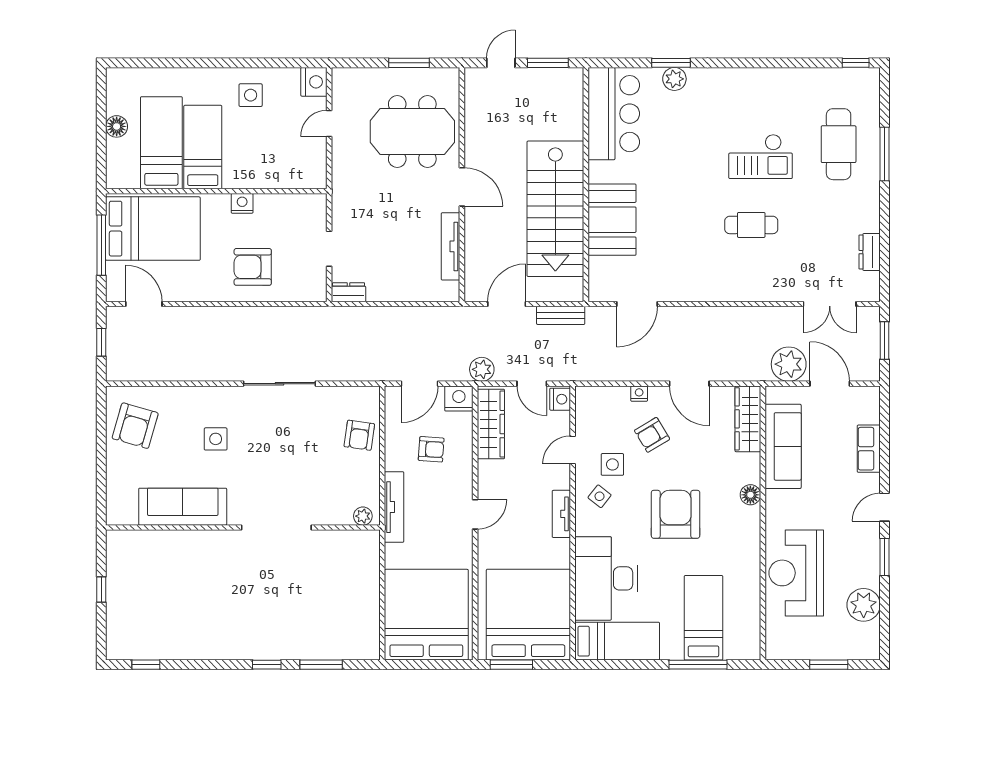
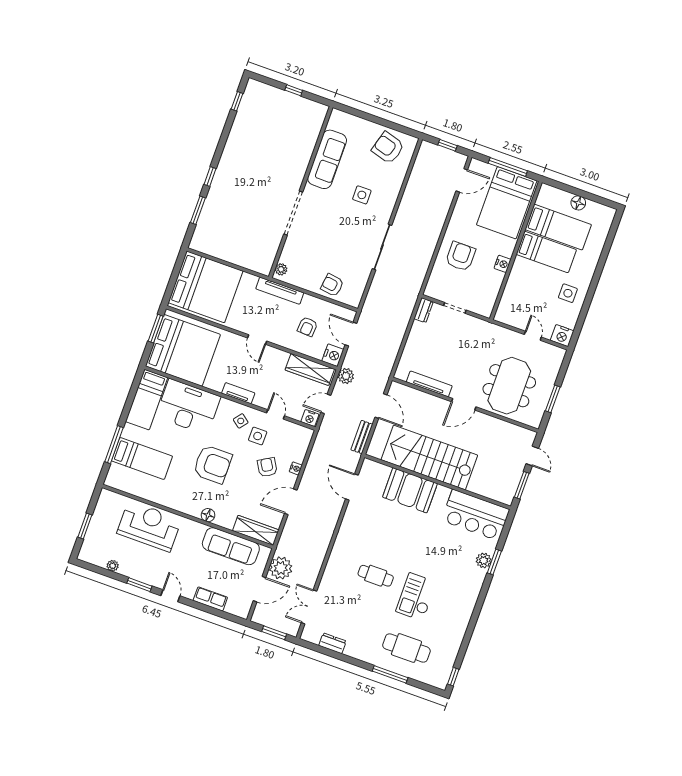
cafe table: (751, 225) -> (376, 576), turned 90
plant: (864, 605) -> (113, 566), width x0.53, depth x0.53

